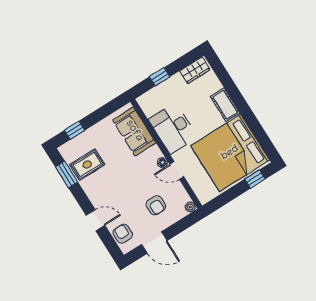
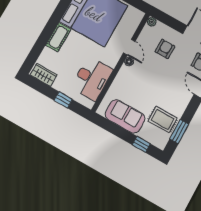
desk: (173, 128) -> (92, 79), moved
sofa: (134, 131) -> (125, 116), moved, turned -90

